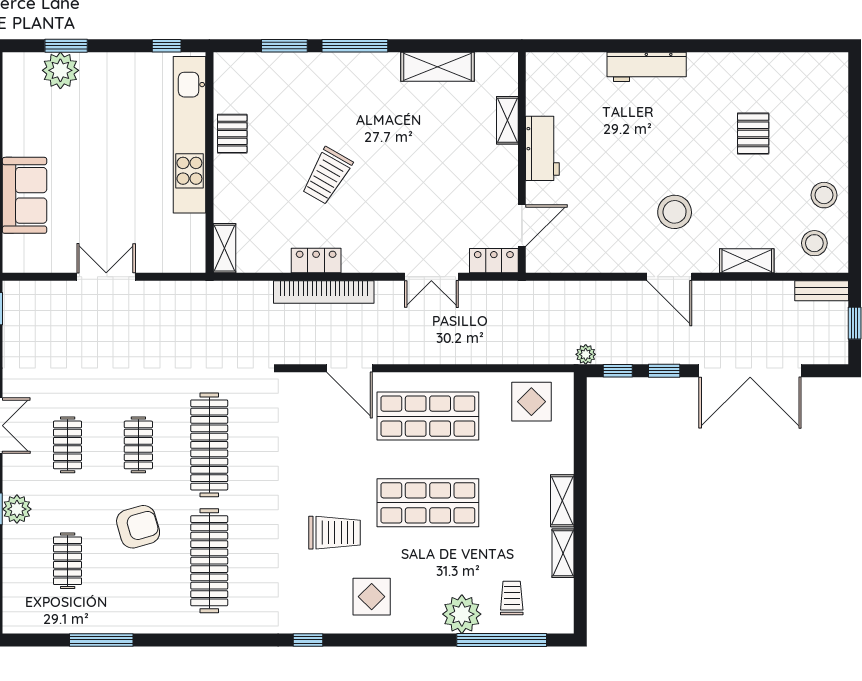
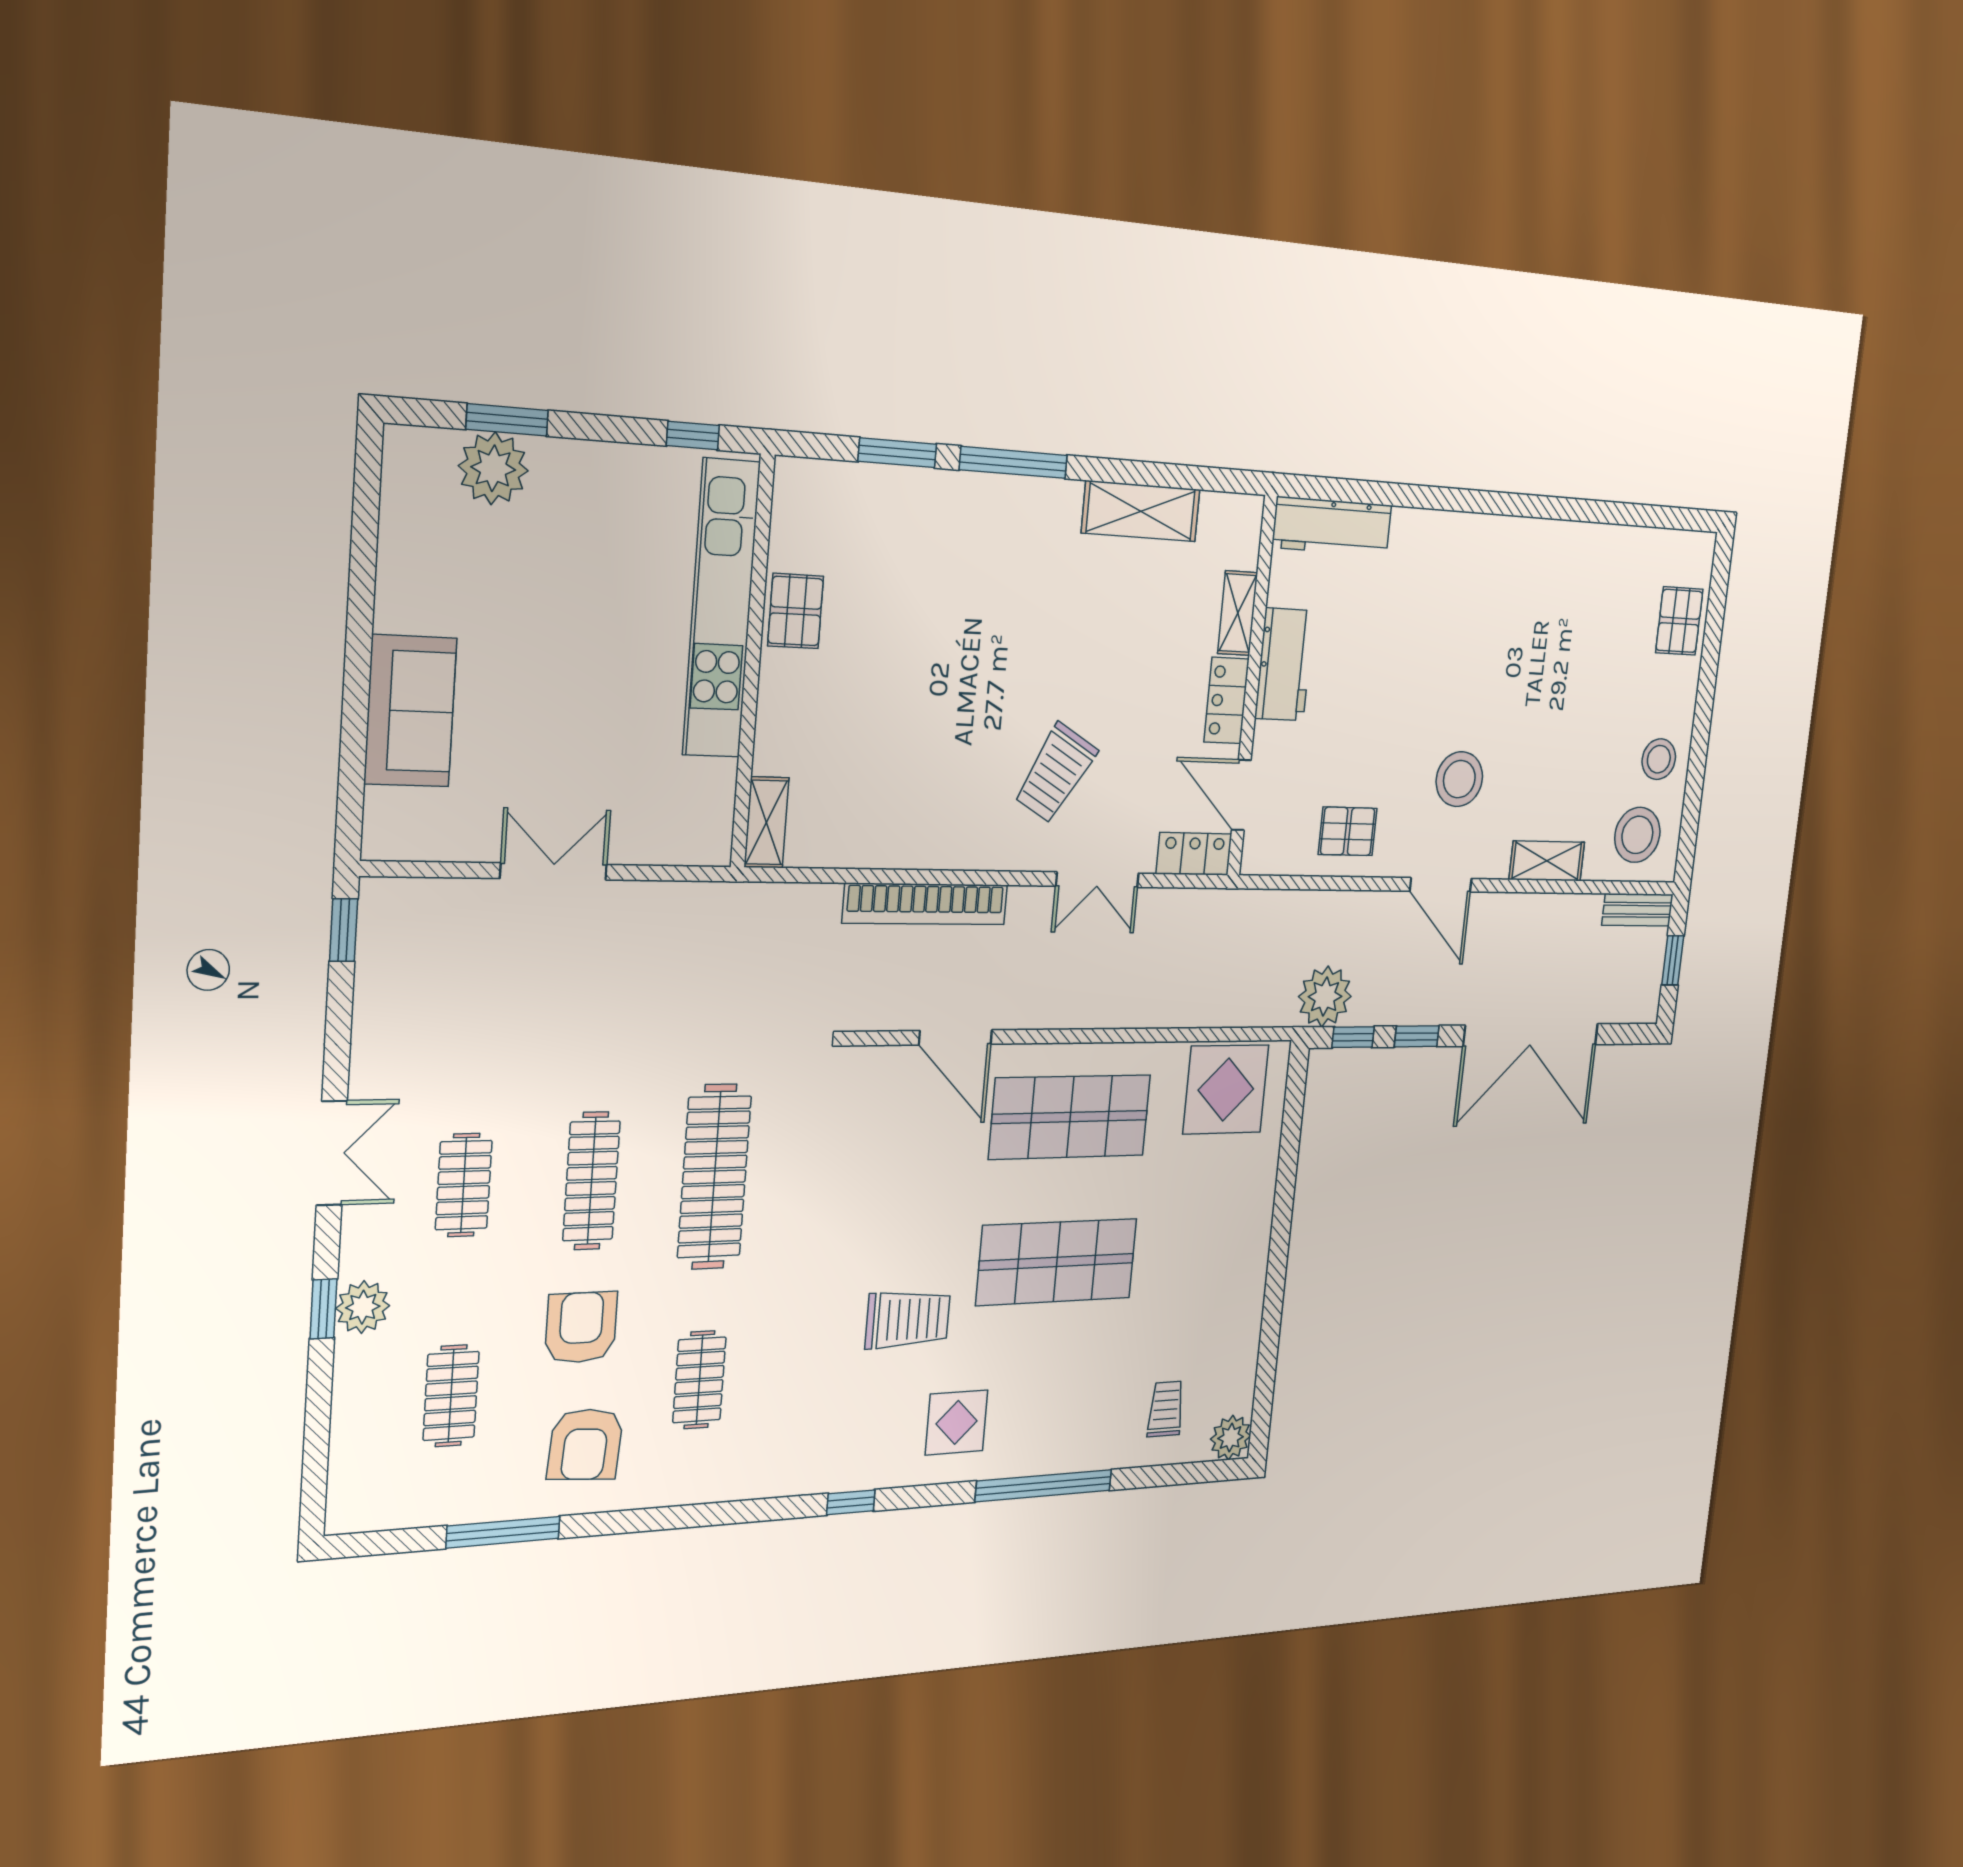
workbench: (647, 67) -> (1332, 526), moved
pallet: (753, 134) -> (1679, 621), moved
trolley: (327, 176) -> (1056, 773), moved
door: (522, 226) -> (1241, 795), swing flipped
stool: (814, 243) -> (1637, 835), width x1.38, depth x1.38
pallet: (598, 245) -> (1348, 831), added
locker: (316, 261) -> (1227, 700), moved, turned -90
plant: (586, 354) -> (1325, 997), width x1.88, depth x1.88
display table: (531, 402) -> (1226, 1089), width x1.36, depth x1.36
clothes rail: (138, 445) -> (591, 1181), width x1.36
shelving: (562, 501) -> (1253, 1249), removed
armchair: (138, 527) -> (581, 1328), turned -74
shelving: (563, 553) -> (1246, 1333), removed
clothes rail: (209, 561) -> (699, 1380), width x0.54, depth x0.76
armchair: (145, 593) -> (585, 1444), added
plant: (462, 614) -> (1231, 1438), moved, width x0.73, depth x0.73
window: (502, 640) -> (1044, 1486), moved

